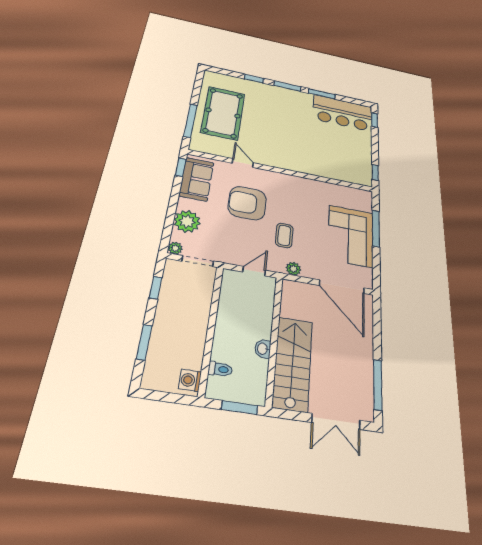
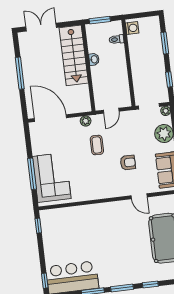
armchair: (247, 203) -> (128, 163), width x0.53, depth x0.53
corner sofa: (351, 236) -> (52, 177), moved
window: (378, 385) -> (20, 73), moved

